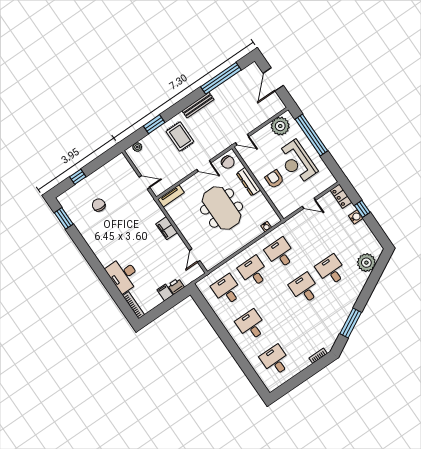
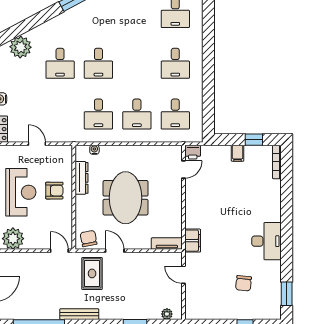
rug: (180, 136) -> (92, 273), moved
armchair: (274, 179) -> (54, 191), turned -90
dresser: (248, 182) -> (82, 178), moved
filing cabinet: (167, 228) -> (193, 241), moved
desk: (123, 275) -> (266, 241), moved
printer: (176, 286) -> (193, 152), moved
window: (160, 310) -> (254, 140), added

